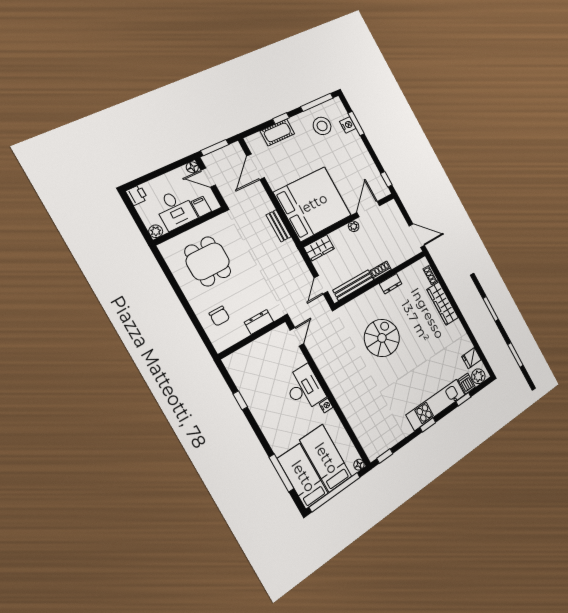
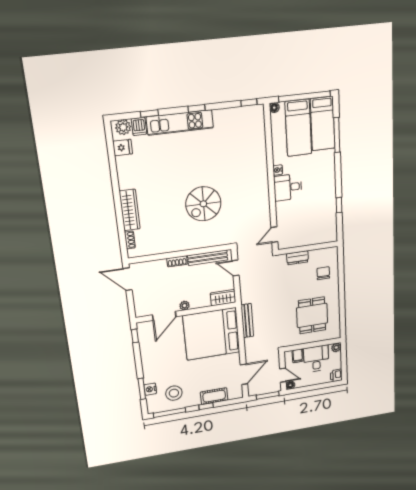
bench: (279, 226) -> (247, 321), width x1.36
dresser: (391, 284) -> (173, 247), removed
door: (321, 285) -> (235, 268), swing flipped
desk: (304, 388) -> (288, 187), width x0.73

